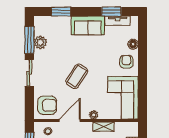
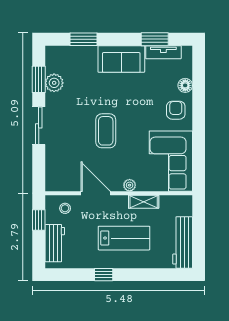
window: (29, 40) -> (39, 79), width x0.69
coffee table: (77, 76) -> (106, 131), turned -34
armchair: (47, 105) -> (64, 172), removed
door: (70, 120) -> (96, 193), hinge flipped

